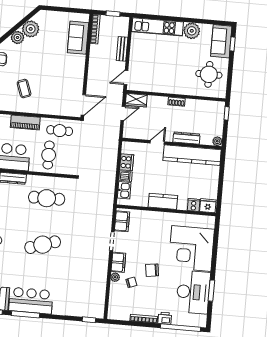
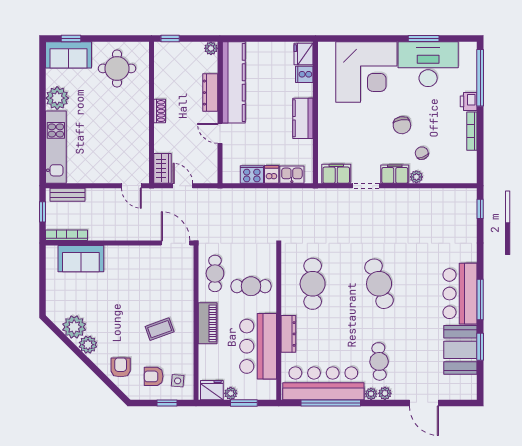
bench: (122, 49) -> (67, 195), moved

